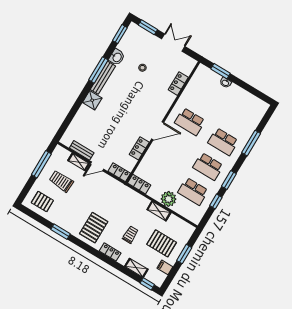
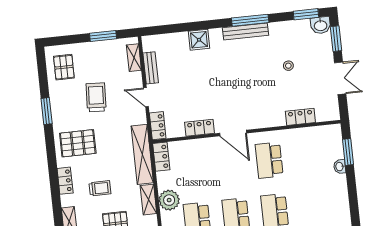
washbasin: (117, 57) -> (321, 25), moved
shower: (92, 100) -> (199, 40), moved
shelving: (79, 162) -> (134, 58), moved
window: (41, 164) -> (103, 36), width x0.69
trolley: (61, 181) -> (96, 97), moved
shelving: (129, 194) -> (142, 154), added

